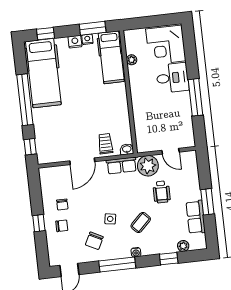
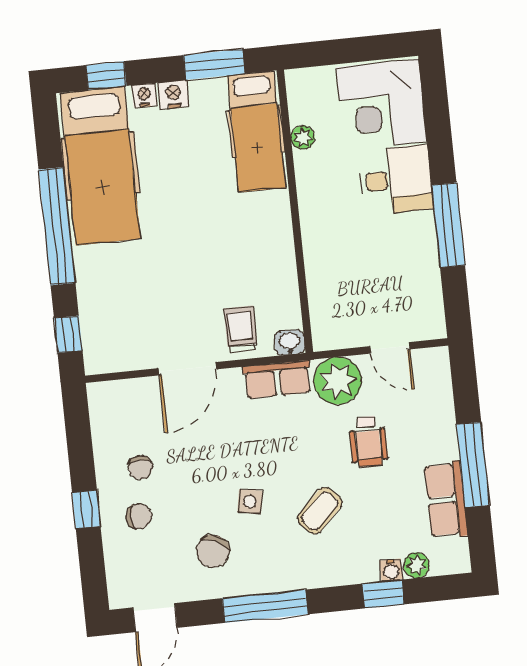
nightstand: (87, 39) -> (144, 95), moved
window: (207, 202) -> (473, 465), width x1.44
water cooler: (136, 252) -> (391, 570), moved

